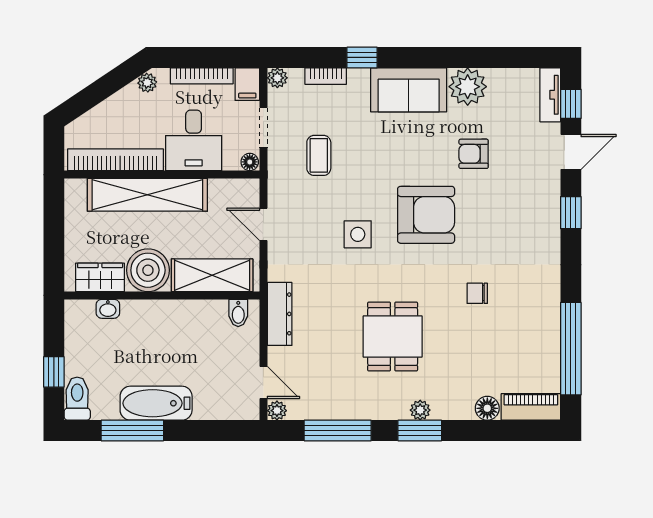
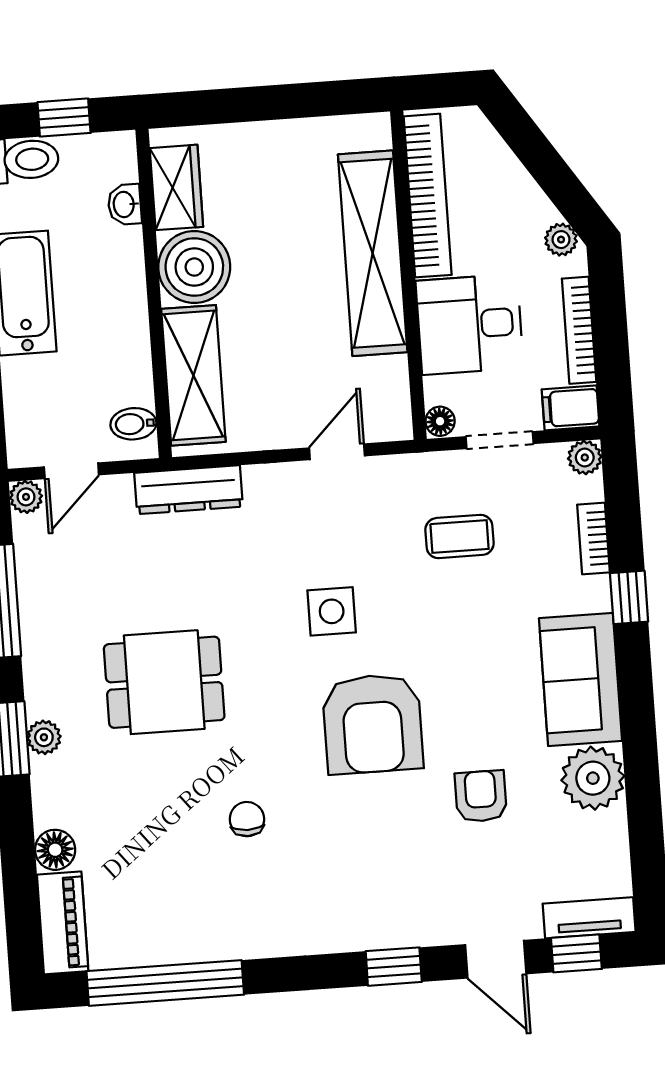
boiler: (148, 270) -> (194, 267), moved
shelving: (212, 275) -> (193, 375), moved
wardrobe: (100, 277) -> (176, 187), moved
wall: (162, 295) -> (154, 293), moved
washbasin: (108, 309) -> (125, 204), moved
bidet: (238, 313) -> (133, 424), moved

